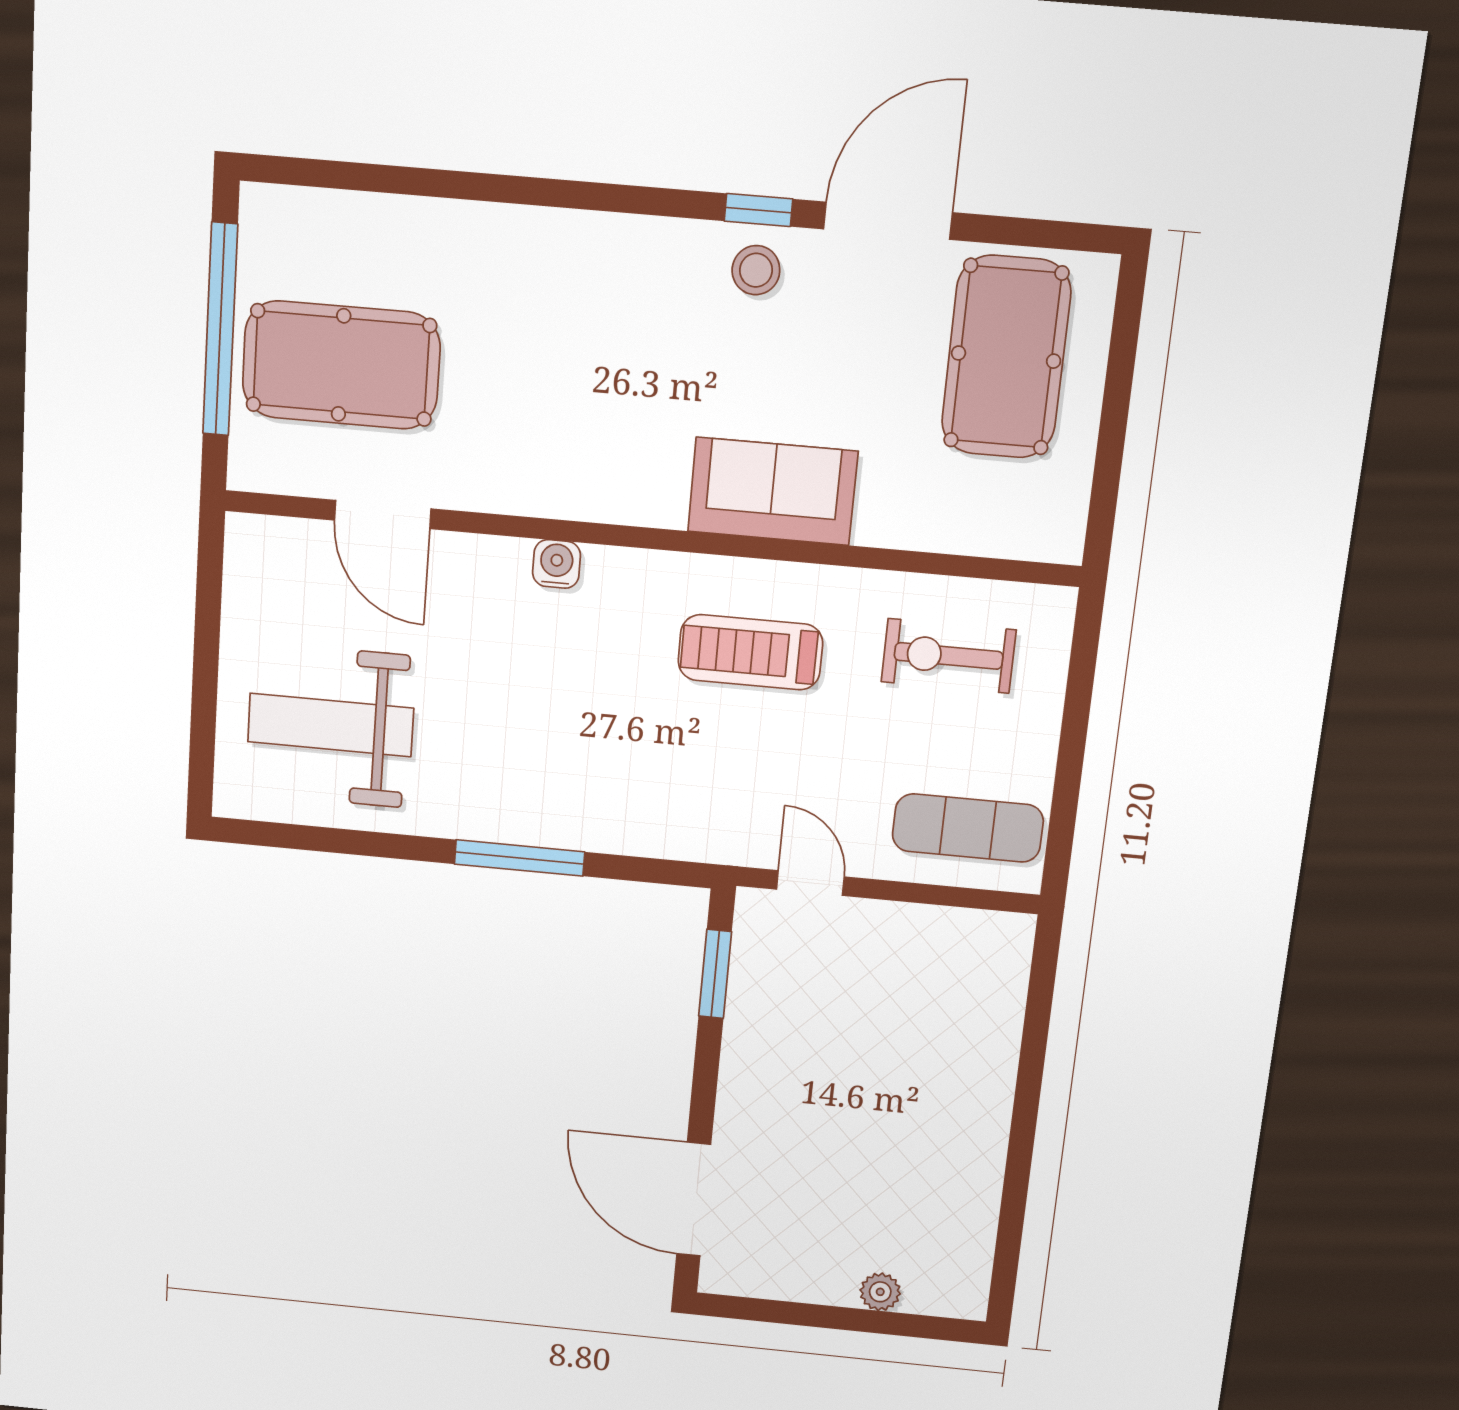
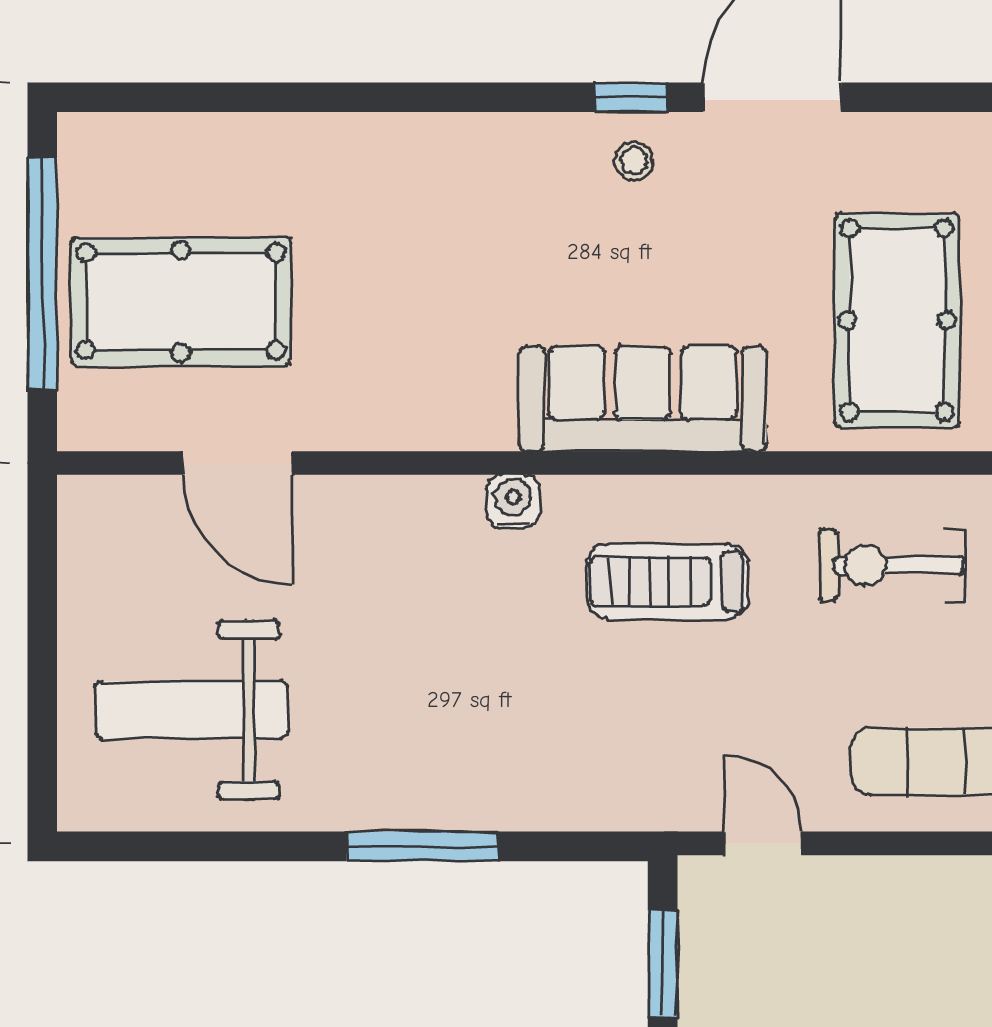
stool: (756, 270) -> (634, 161), width x0.73, depth x0.73
pool table: (1006, 357) -> (897, 320), moved
sofa: (773, 491) -> (643, 399), width x1.36
water cooler: (557, 564) -> (513, 501), moved

